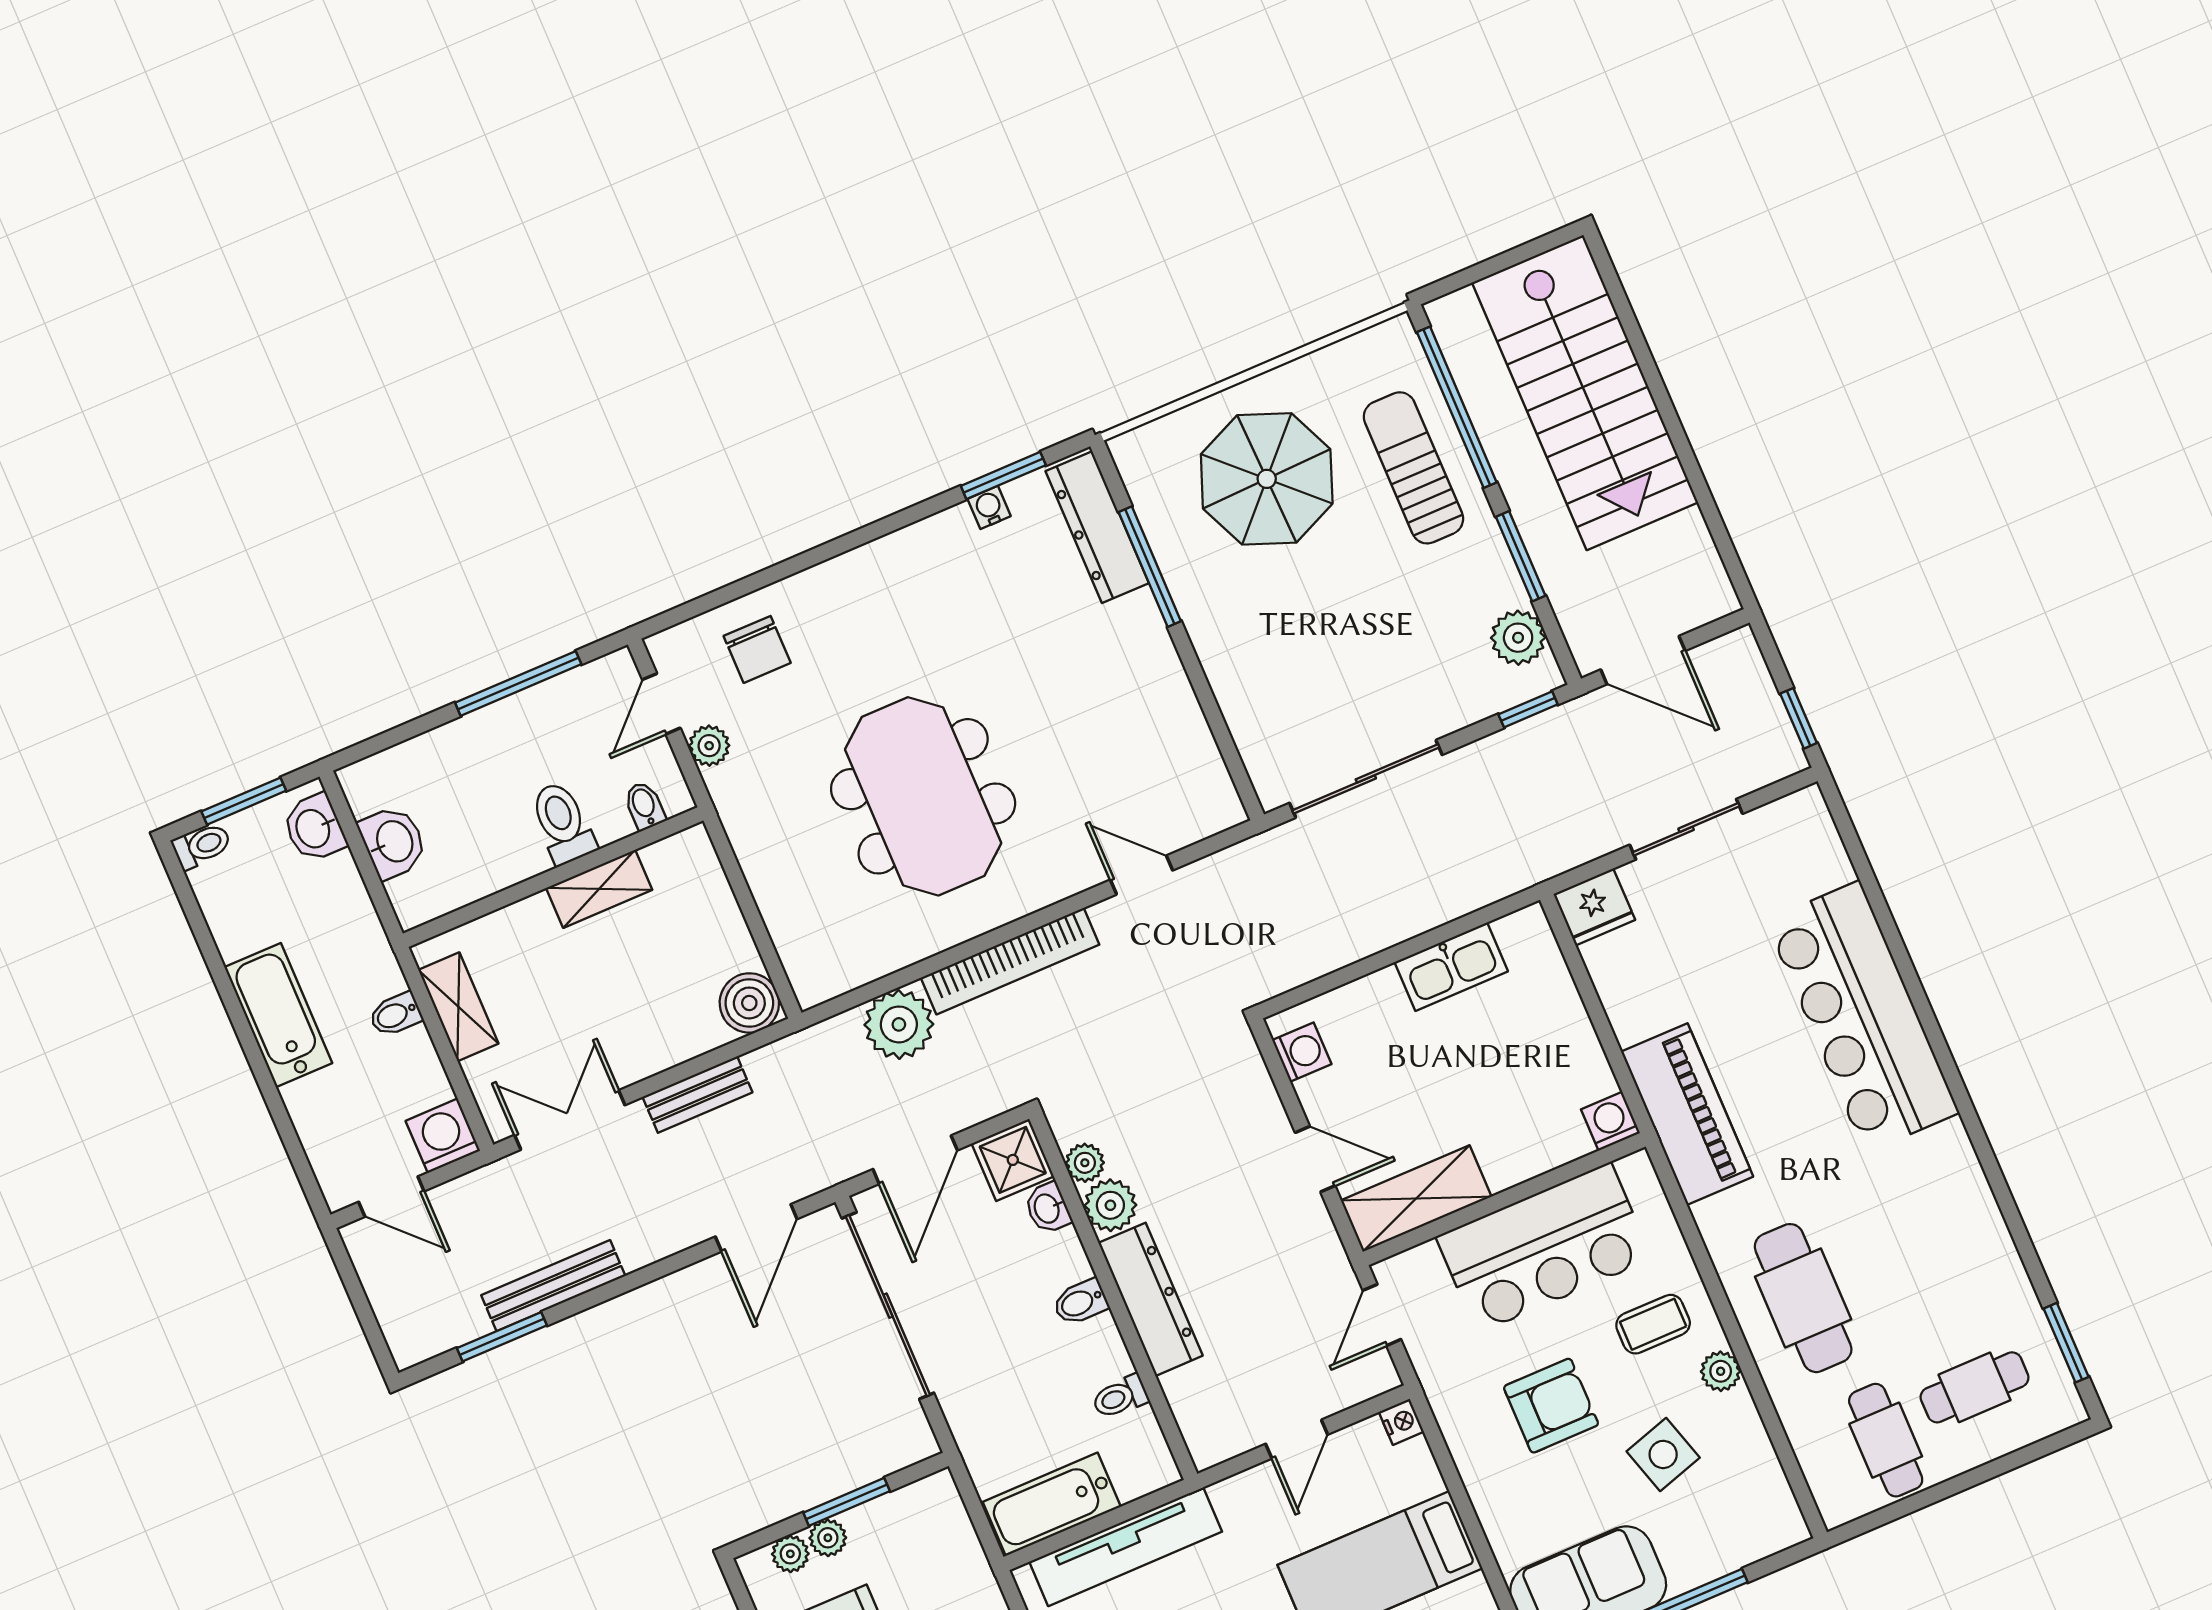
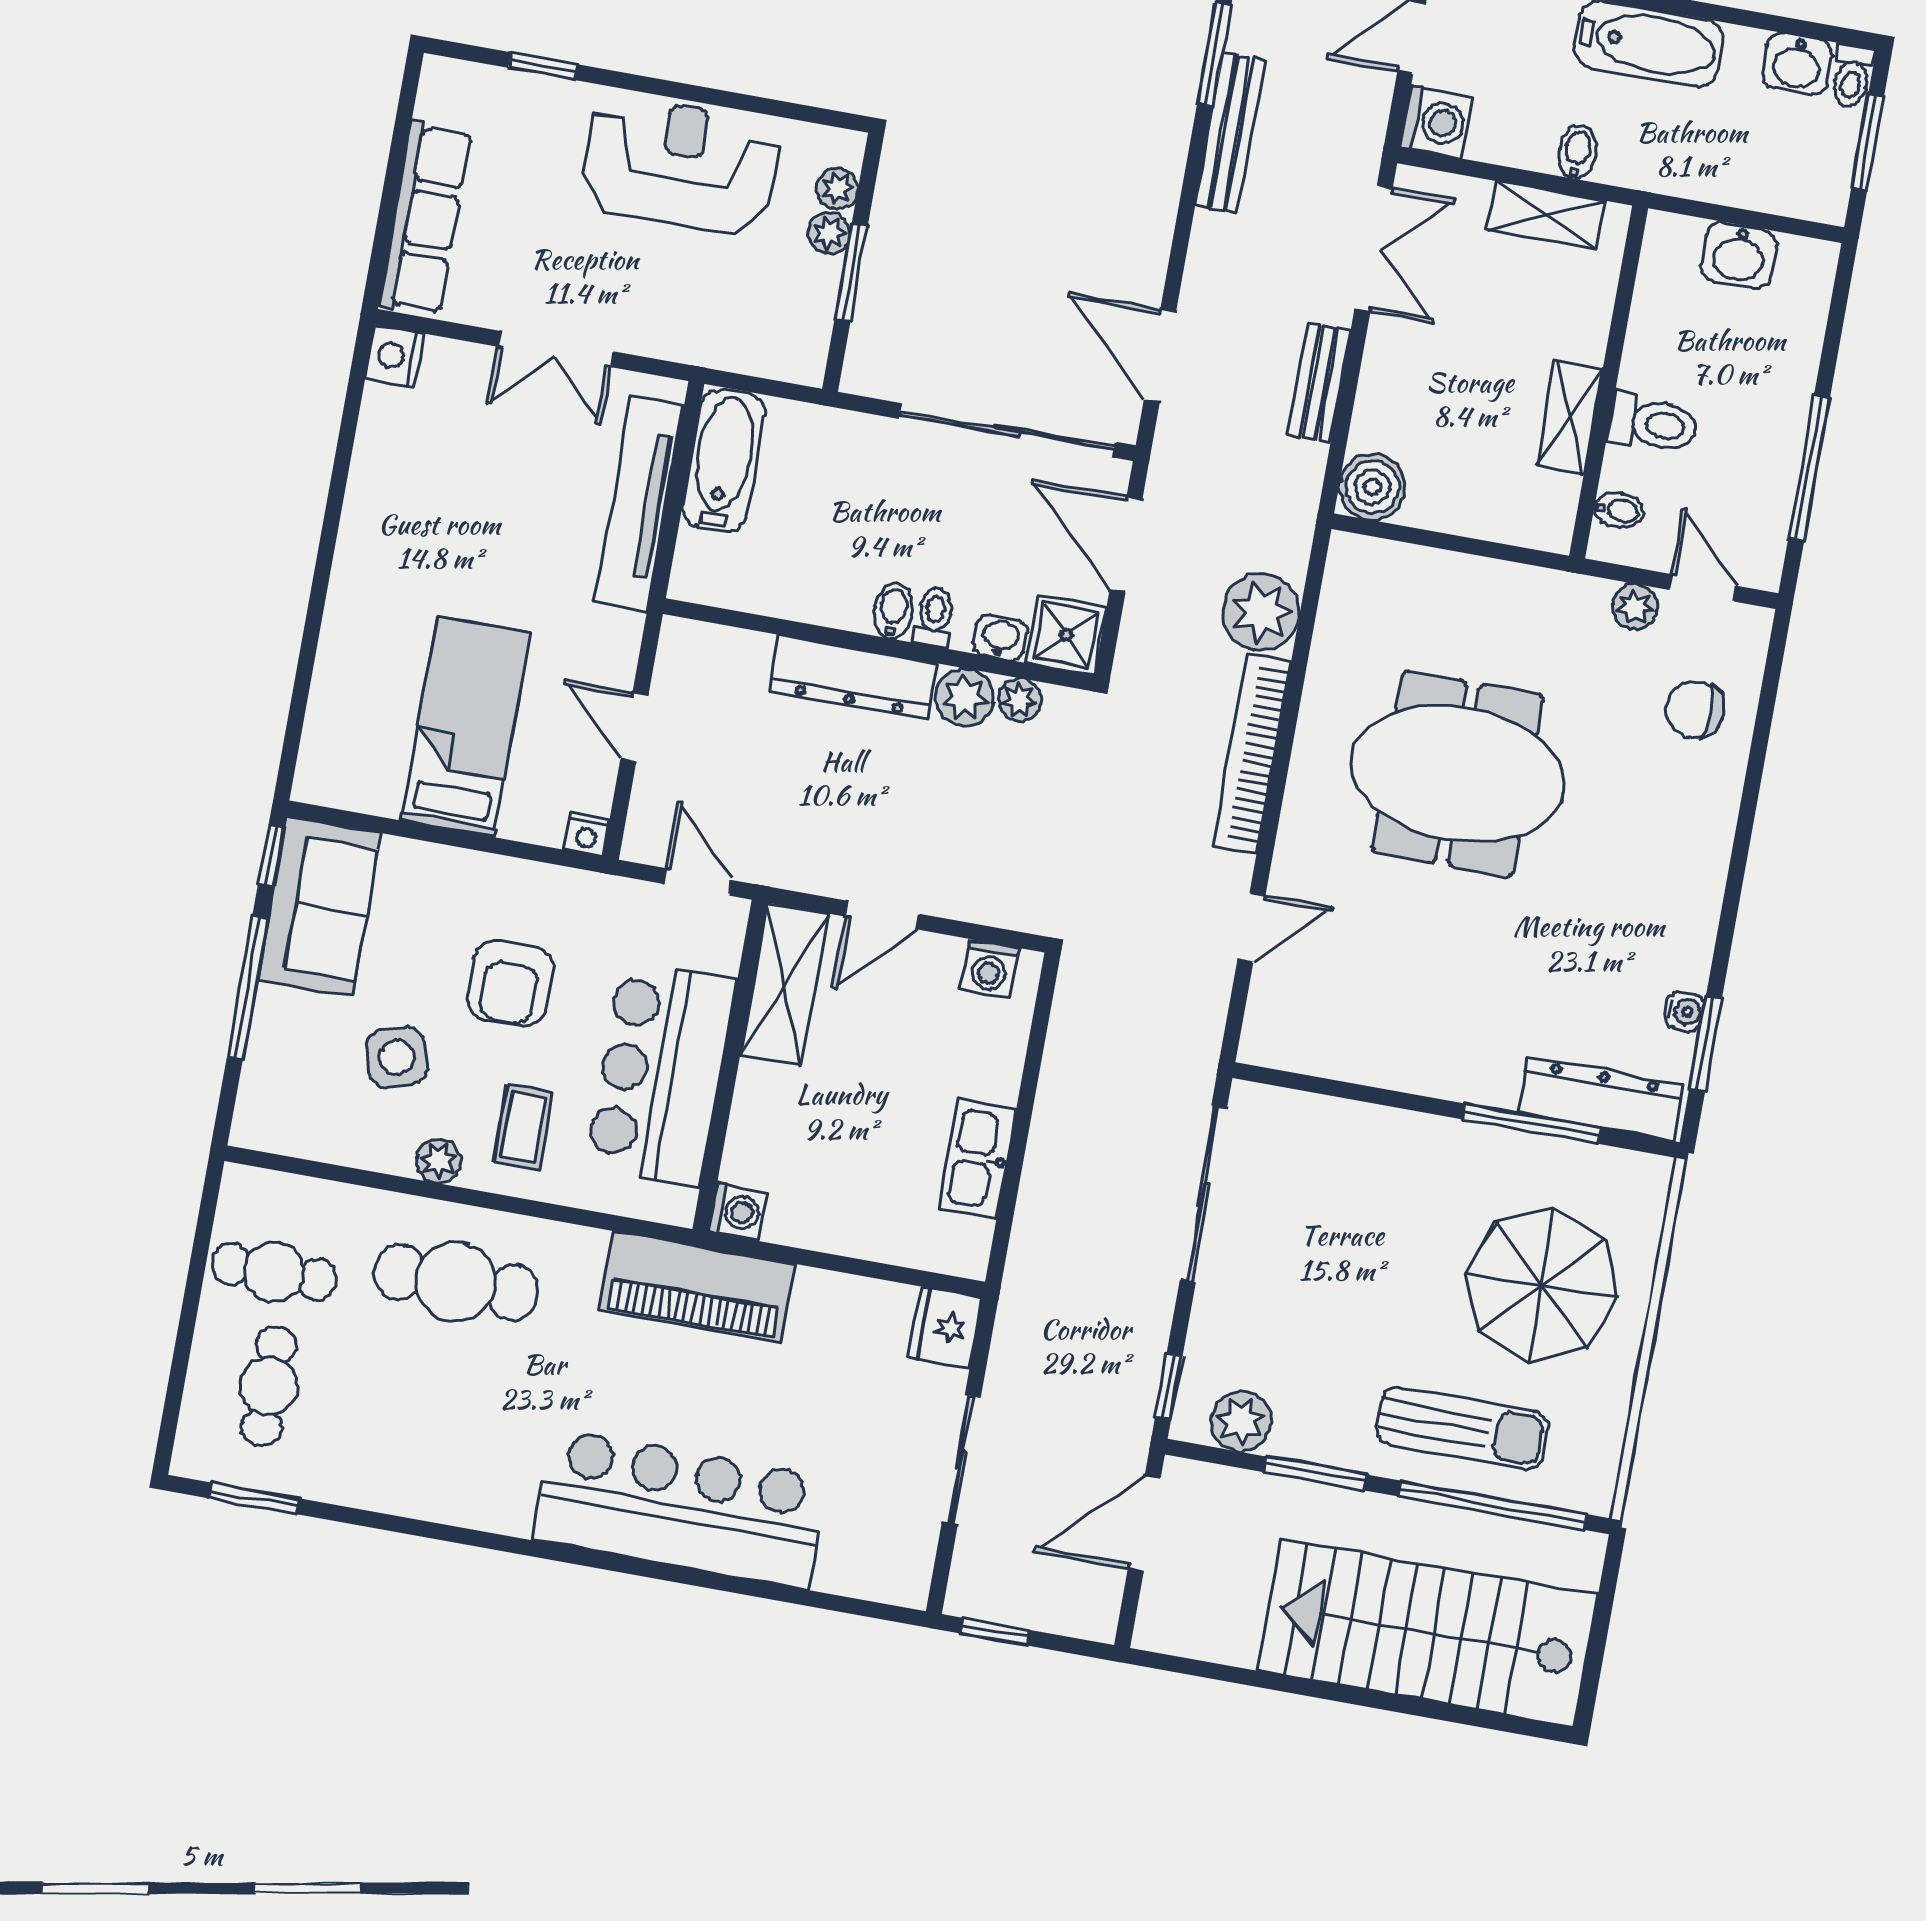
washbasin: (314, 828) -> (1797, 64), moved, turned 180
toilet: (1120, 1397) -> (934, 617), moved

